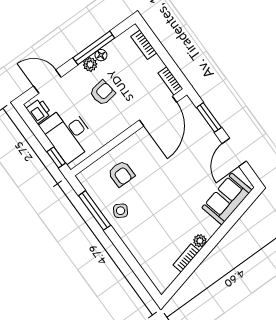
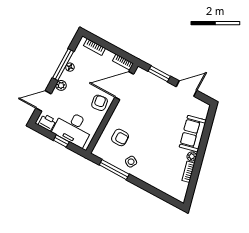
plant: (90, 64) -> (61, 85), moved
armchair: (102, 93) -> (100, 103), moved
door: (158, 111) -> (124, 86), swing flipped
door: (234, 152) -> (186, 89), swing flipped
window: (56, 157) -> (61, 141), moved
sofa: (227, 199) -> (193, 134), moved

